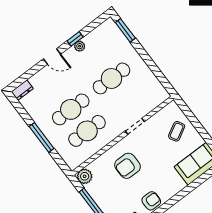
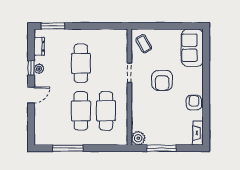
dresser: (22, 90) -> (39, 46), moved
coffee table: (177, 131) -> (144, 44), moved
window: (42, 137) -> (68, 148), moved
armchair: (127, 166) -> (162, 80), moved

